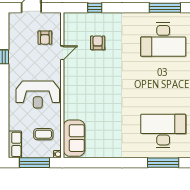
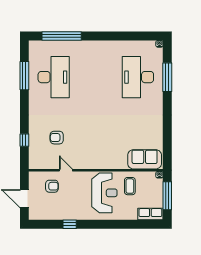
coffee table: (43, 134) -> (130, 186), moved

